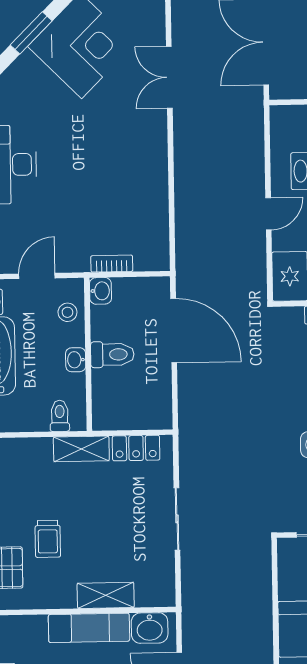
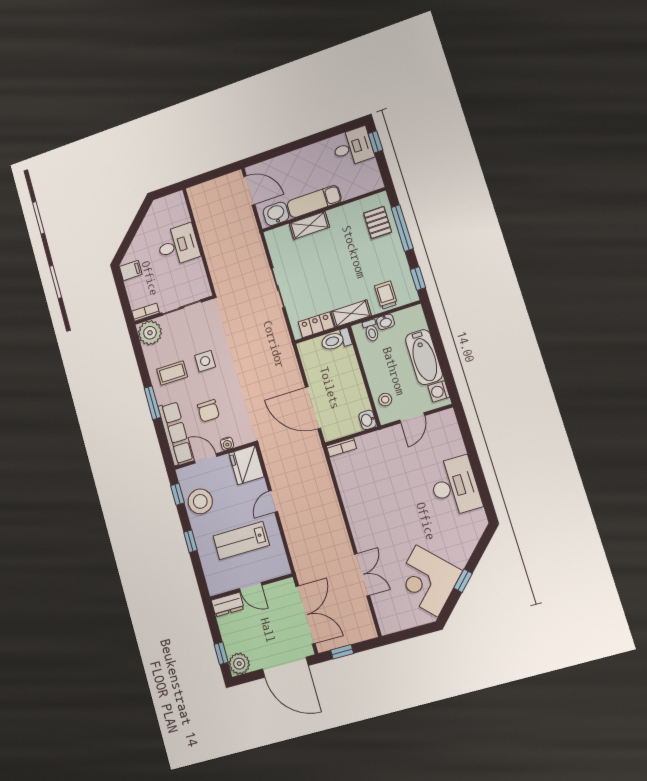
window: (31, 33) -> (463, 581), width x0.67
bookcase: (112, 264) -> (341, 447), moved
toilet: (112, 354) -> (336, 340), moved
washbasin: (76, 360) -> (386, 322), moved, turned 90
trolley: (48, 539) -> (386, 295), moved

